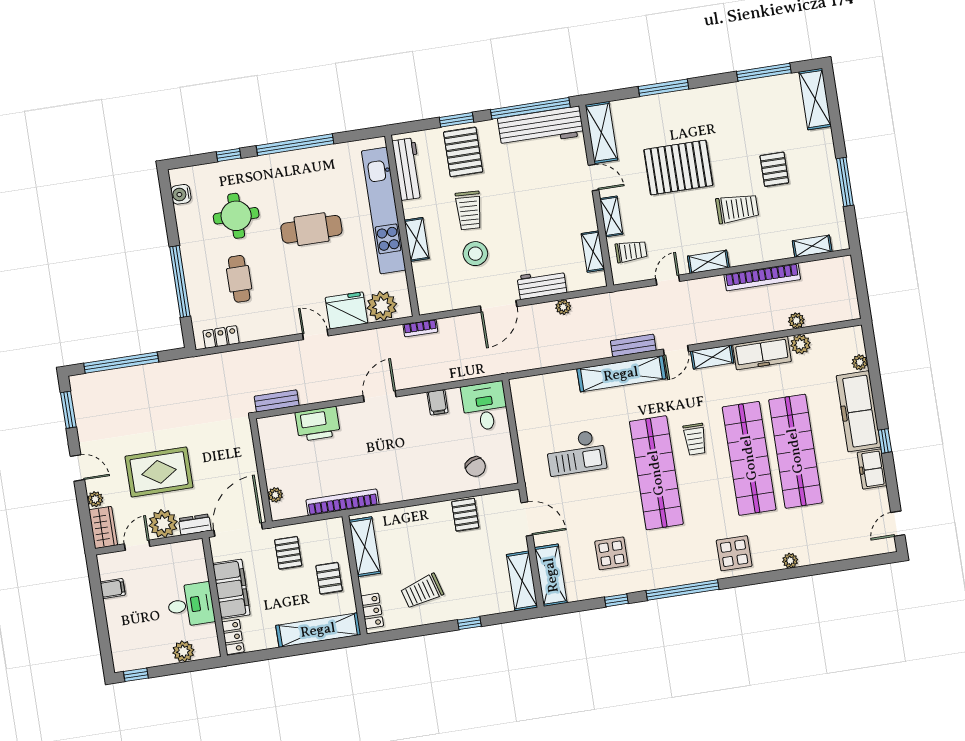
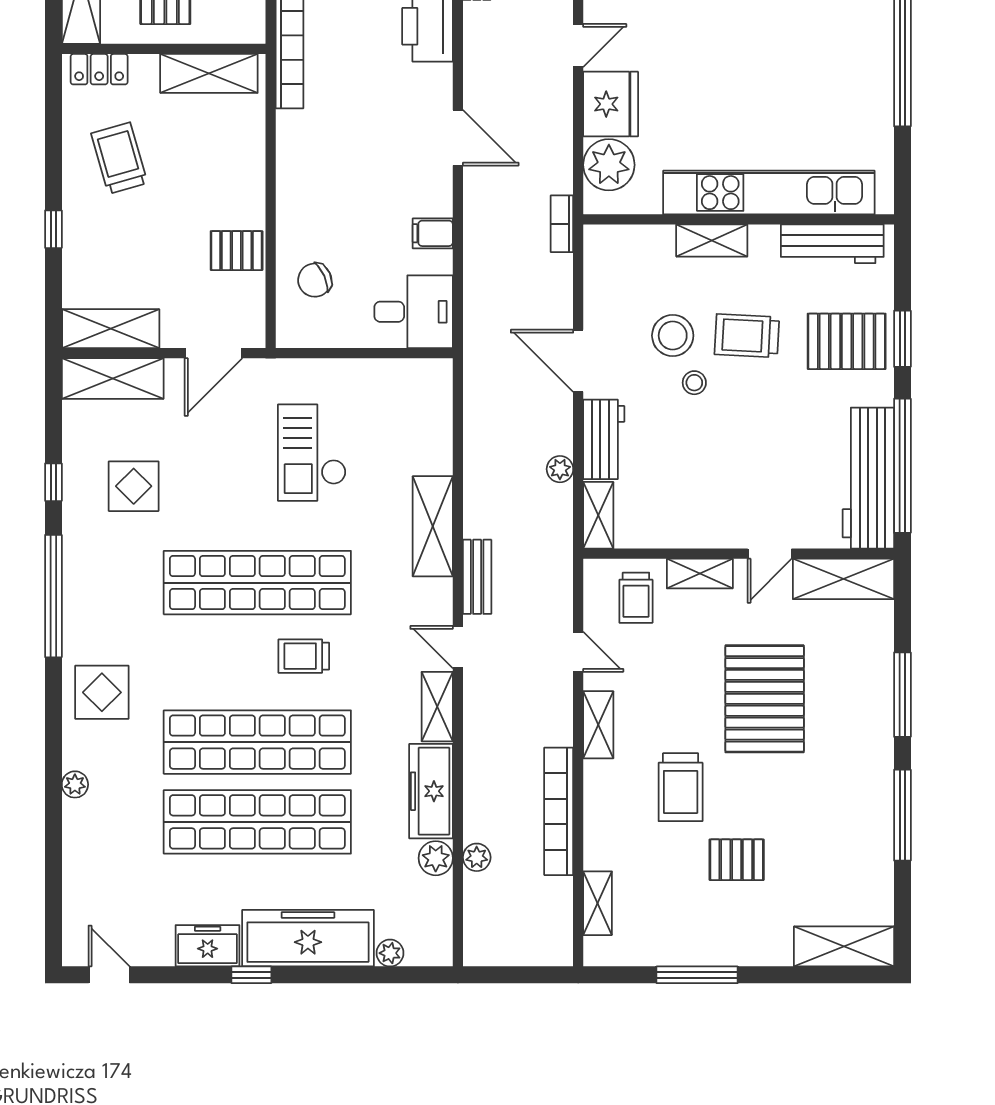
window: (764, 72) -> (902, 815), moved
cafe table: (311, 229) -> (756, 66), removed
stool: (501, 237) -> (694, 383), added
shelving: (593, 252) -> (598, 515), moved, turned 90
shelving: (621, 374) -> (433, 526), width x0.68

